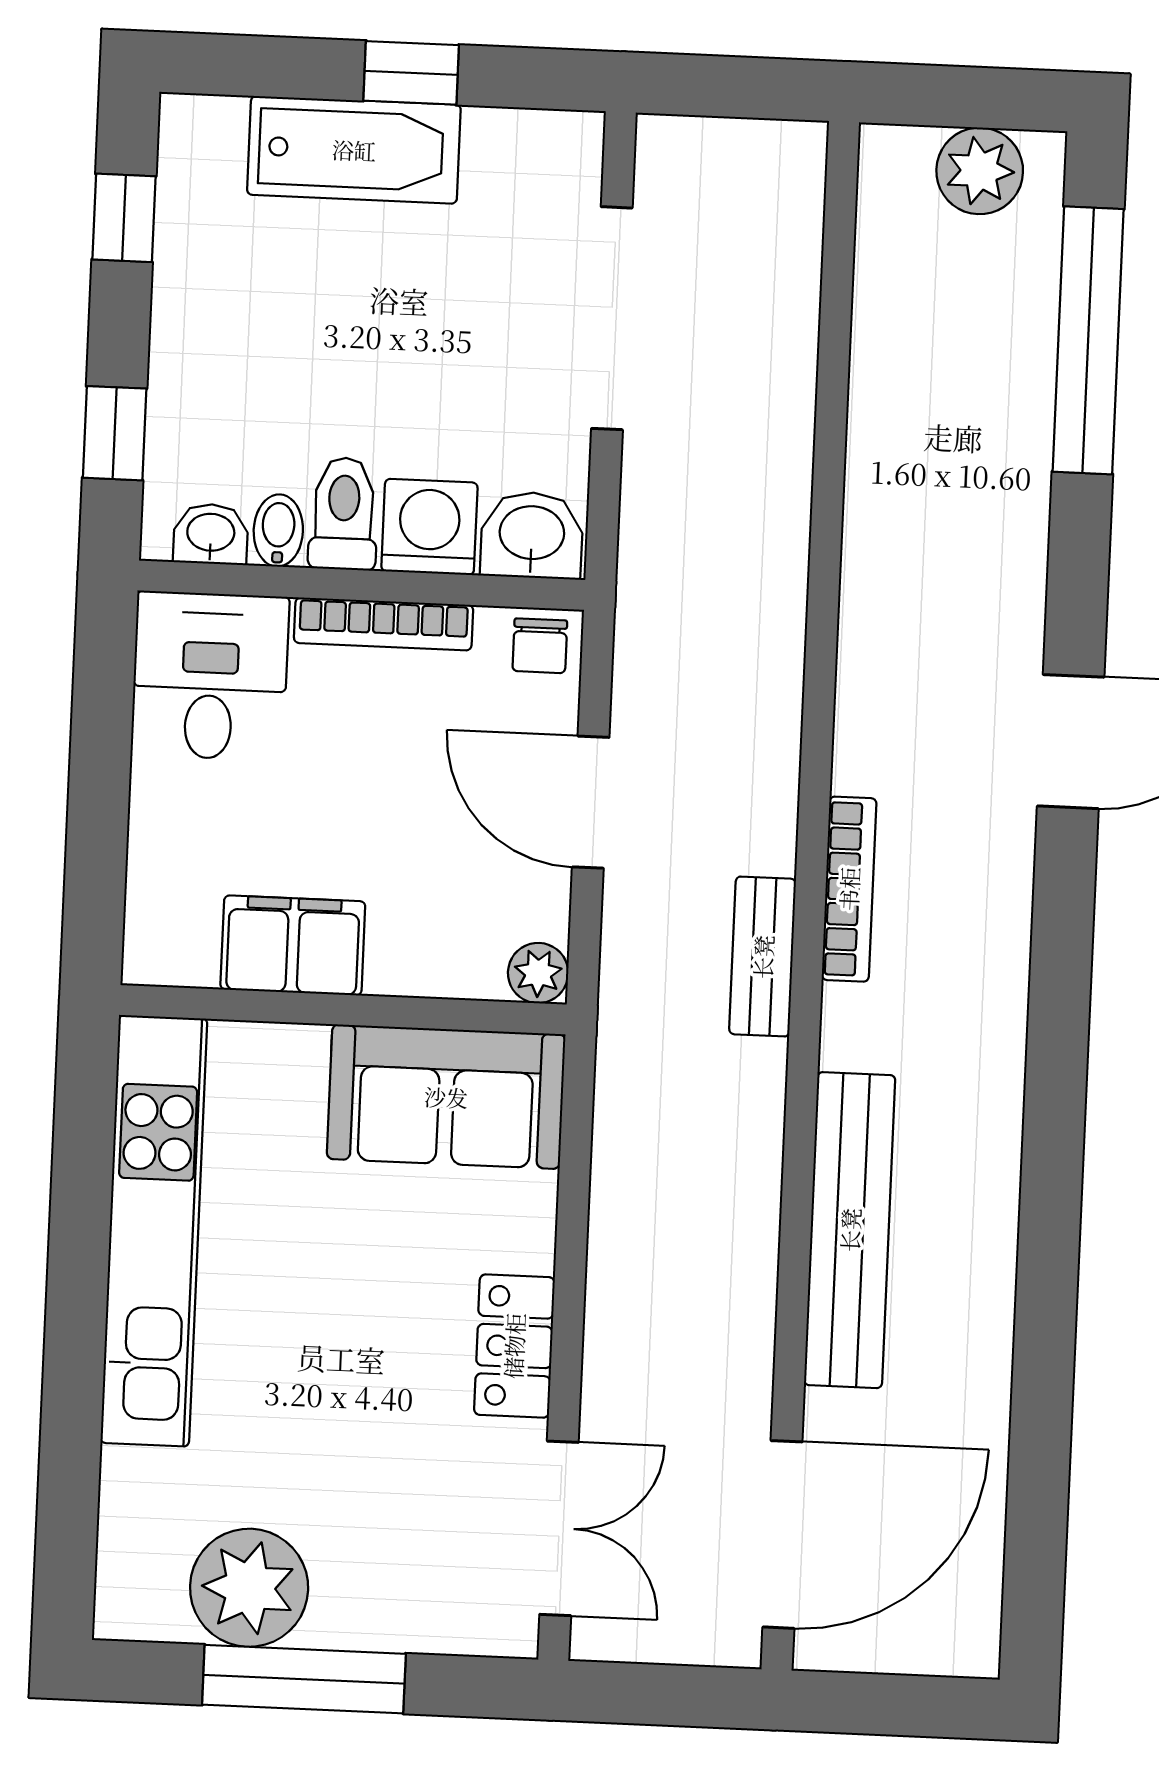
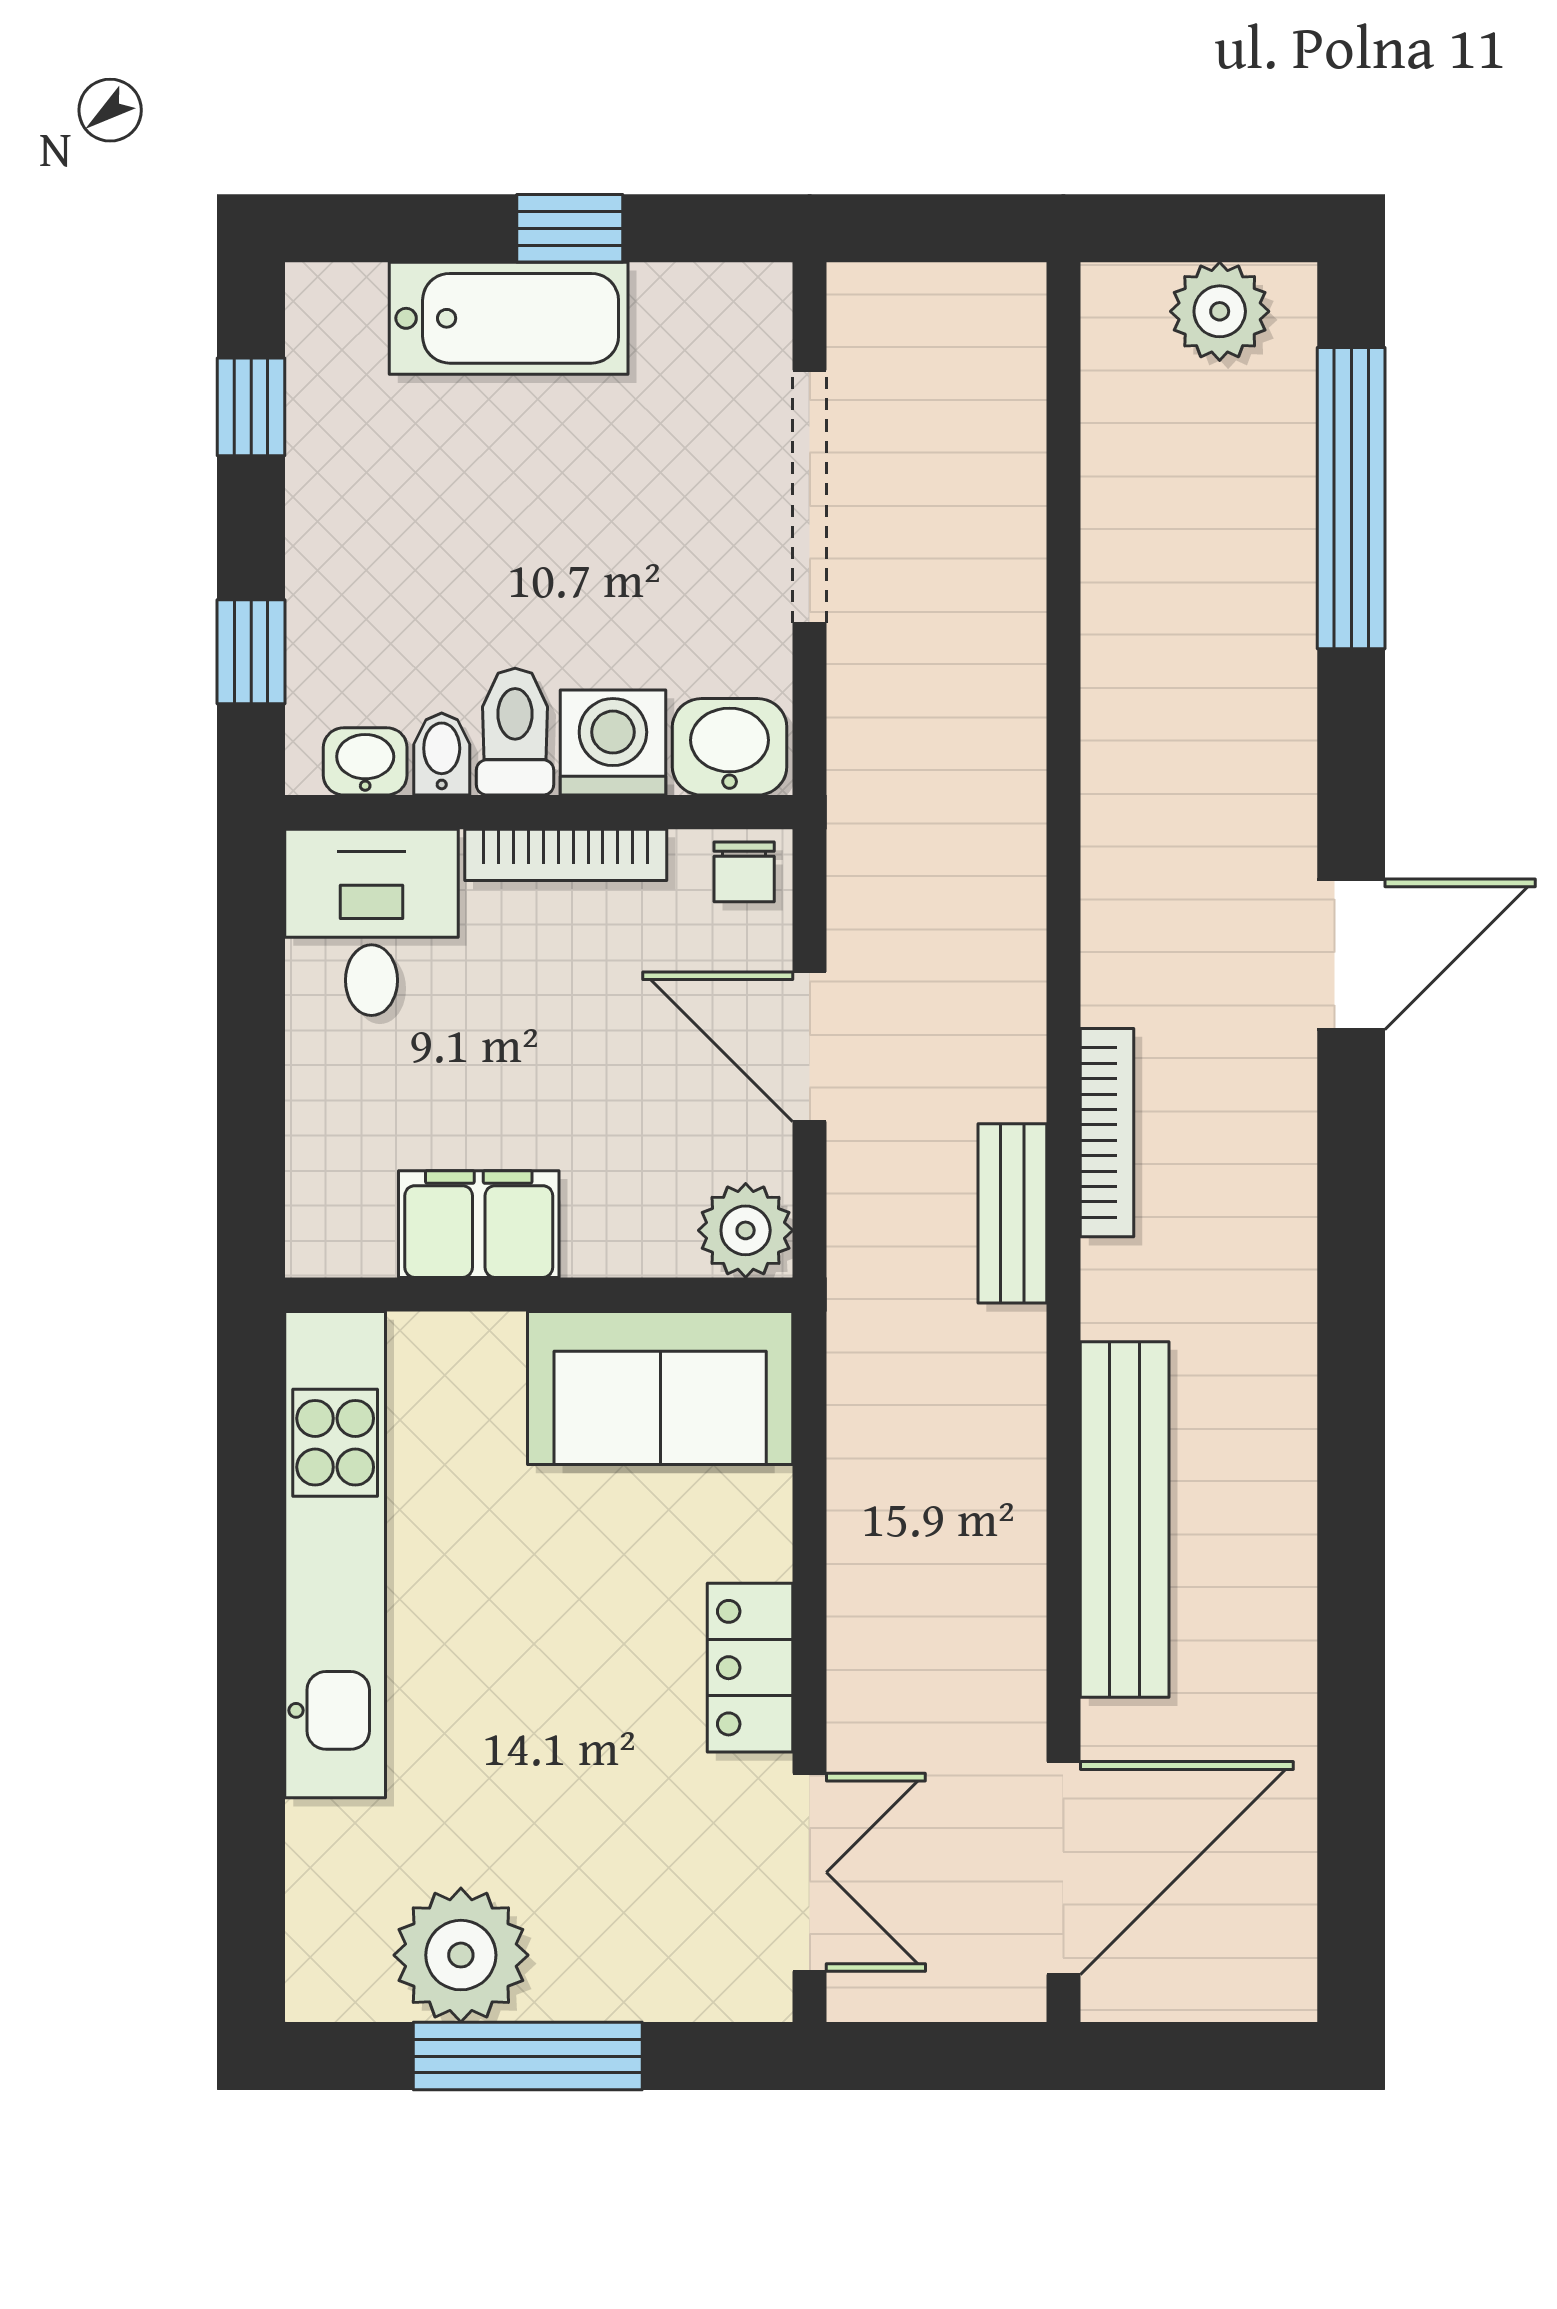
plant: (538, 973) -> (746, 1230), width x1.38, depth x1.38

